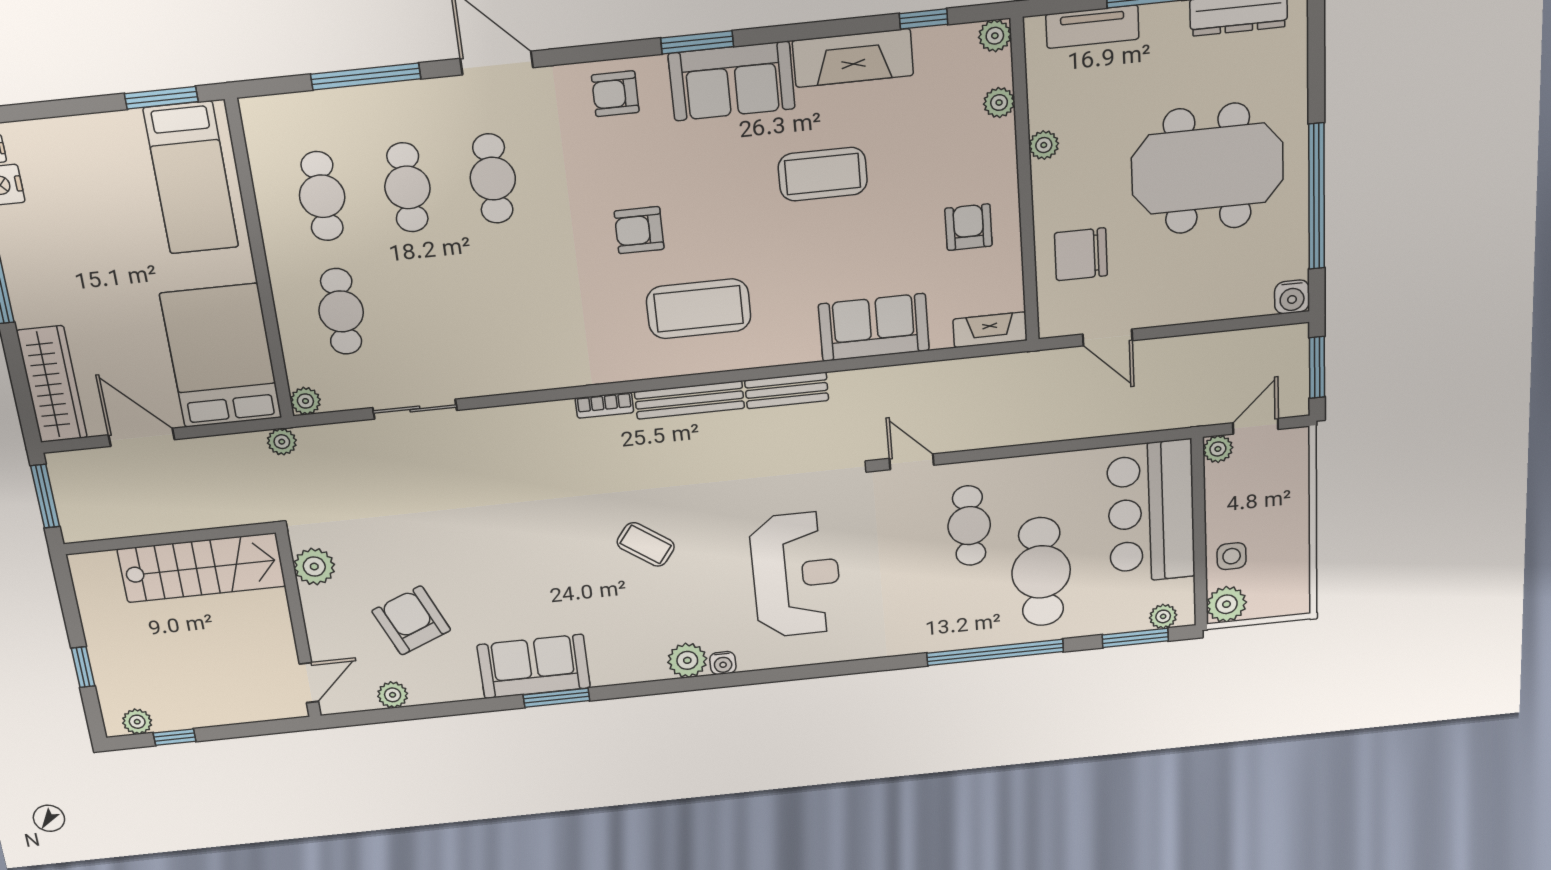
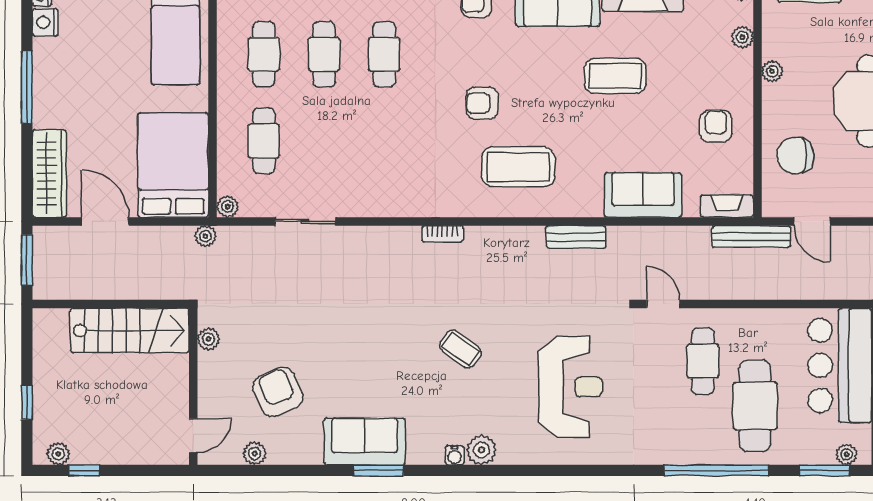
bench: (689, 400) -> (751, 237), moved
plant: (314, 567) -> (209, 339), width x0.73, depth x0.73
water cooler: (723, 663) -> (455, 455), moved

